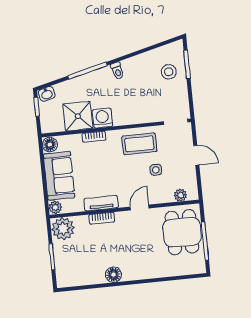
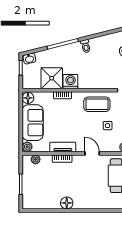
door: (140, 208) -> (92, 153), hinge flipped
plant: (63, 229) -> (36, 159), width x0.53, depth x0.53

